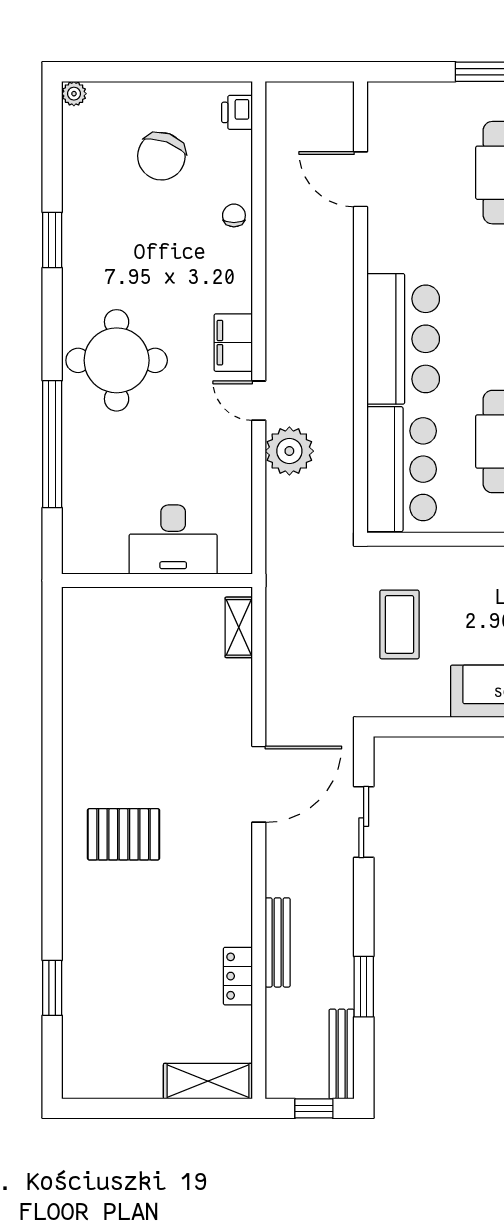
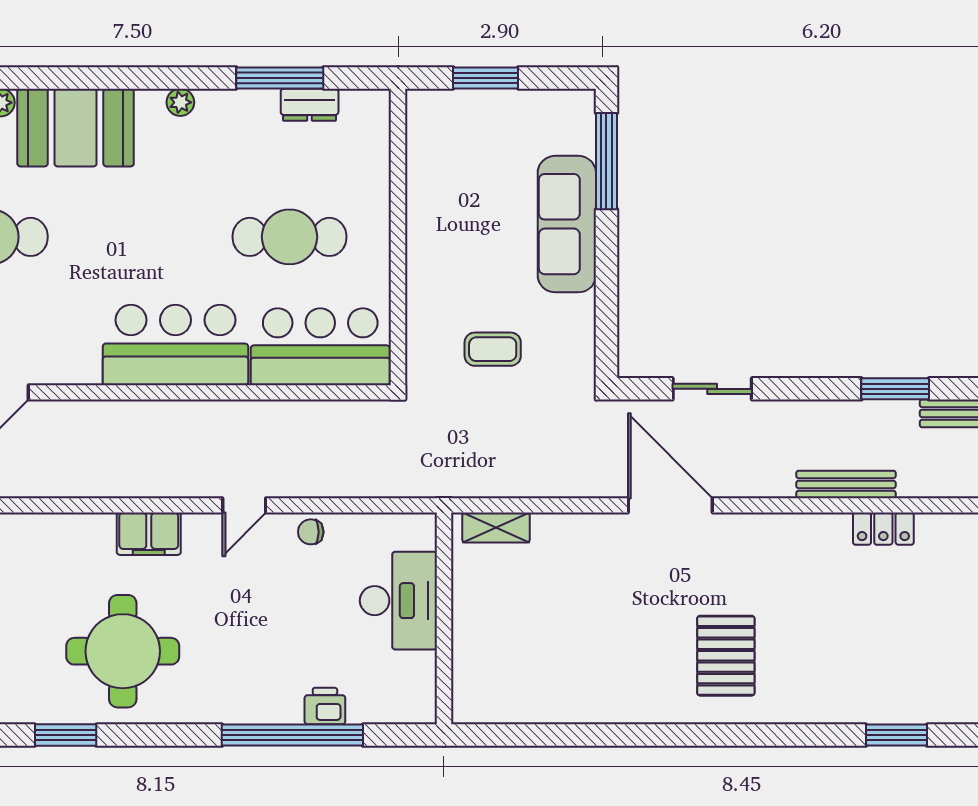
chair: (234, 215) -> (311, 532), moved
filing cabinet: (233, 343) -> (149, 534), moved
round table: (117, 360) -> (123, 651), moved
plant: (289, 451) -> (300, 471), removed
printer: (78, 473) -> (325, 706), added
coffee table: (399, 624) -> (493, 349), width x0.73, depth x0.77

